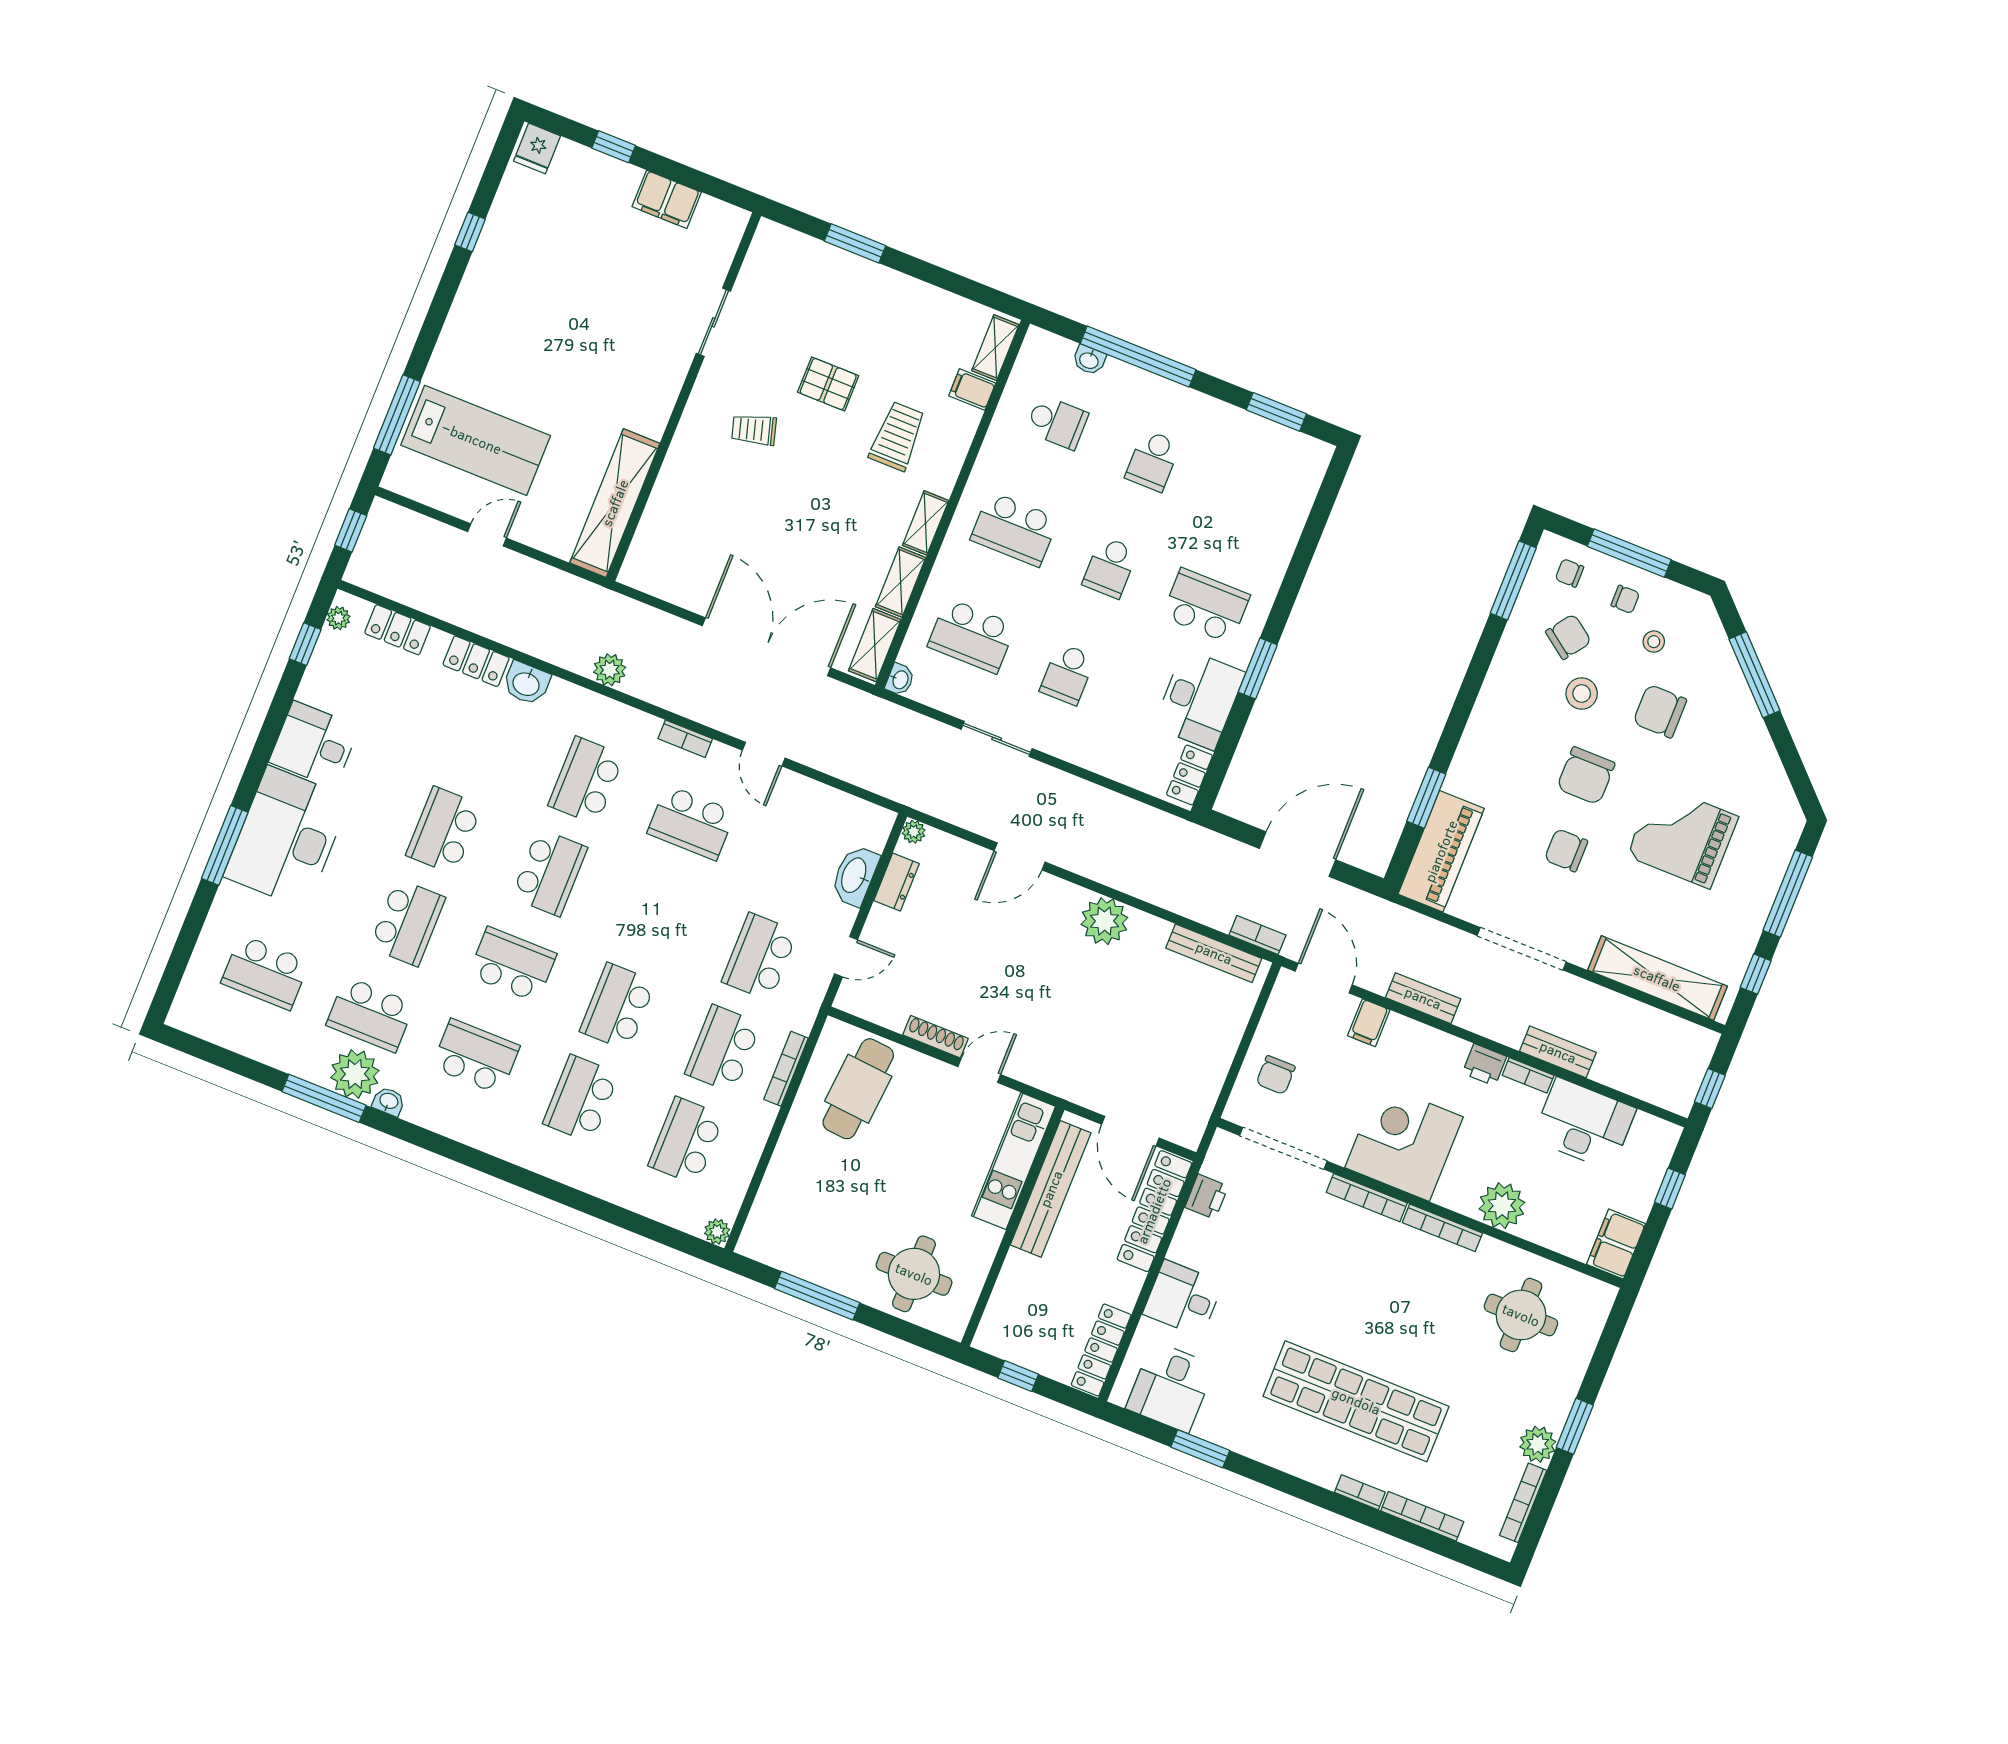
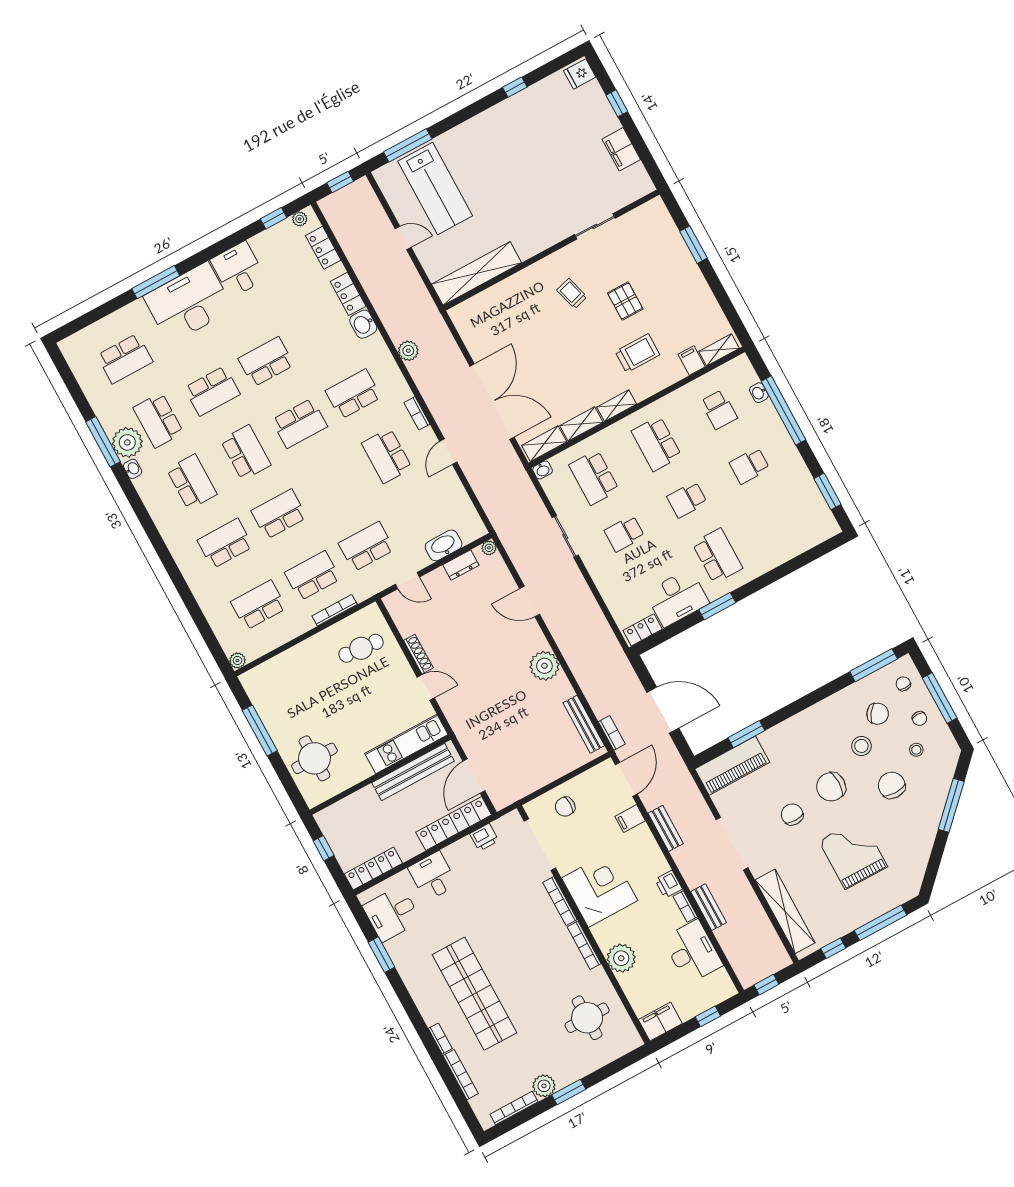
school desk: (265, 972) -> (125, 359), turned -90
cafe table: (858, 1089) -> (361, 648), width x0.73, depth x0.74

